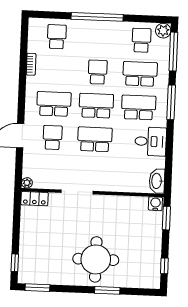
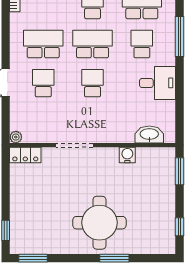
school desk: (139, 107) -> (142, 44), width x0.54
school desk: (95, 139) -> (93, 83), width x0.54
washbasin: (157, 181) -> (149, 135), moved, turned 90
water cooler: (155, 204) -> (127, 155), moved

